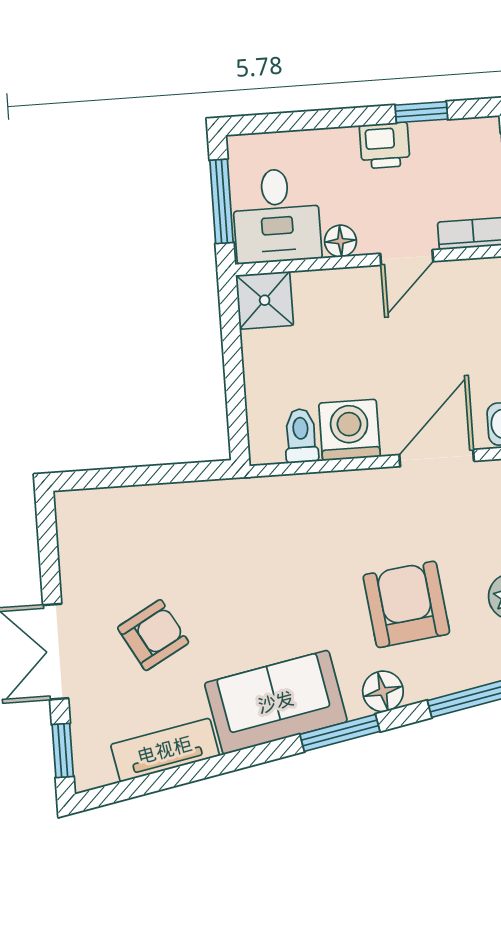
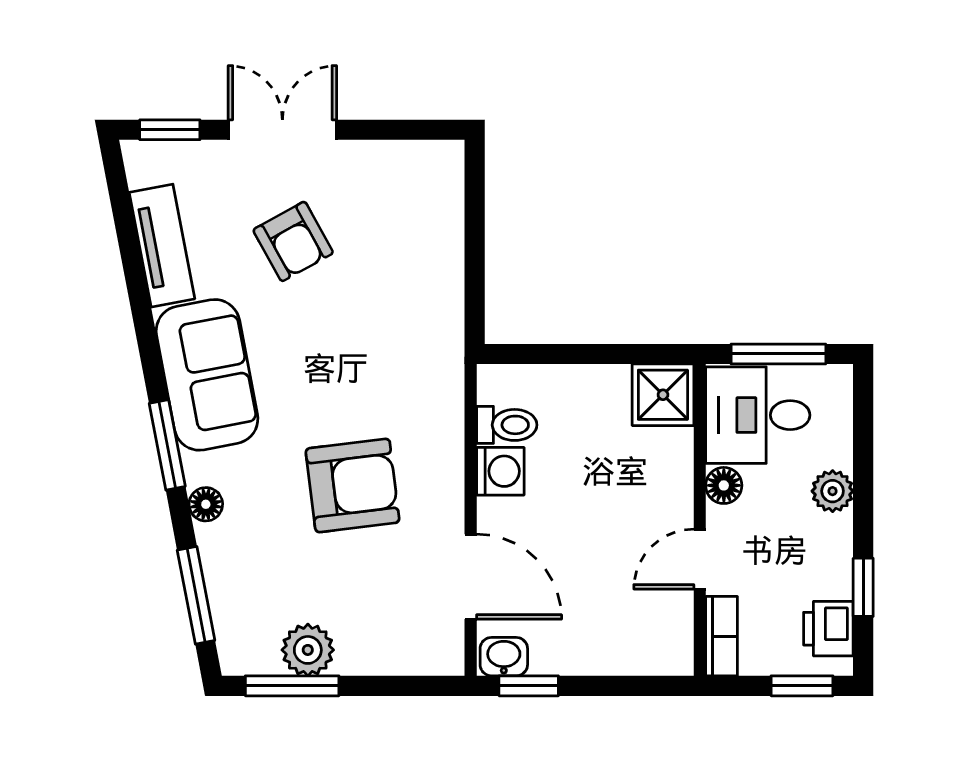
plant: (339, 145) -> (833, 491), added
printer: (385, 145) -> (828, 629), moved
door: (407, 258) -> (700, 559), hinge flipped
washing machine: (349, 430) -> (500, 471), width x0.73, depth x0.73
armchair: (406, 604) -> (353, 485), moved
floor lamp: (383, 691) -> (206, 504), width x0.73, depth x0.73

